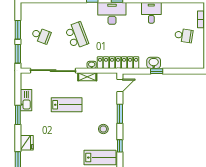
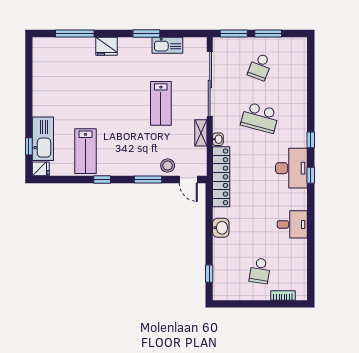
school desk: (77, 35) -> (260, 118), turned 36
window: (157, 71) -> (209, 274), moved
stool: (103, 129) -> (168, 166), moved

